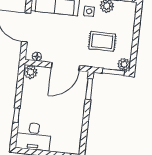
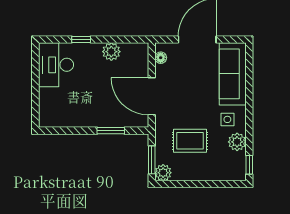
rug: (102, 41) -> (190, 141), turned 90
plant: (30, 72) -> (111, 52), moved
window: (89, 89) -> (111, 131), moved

